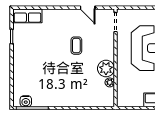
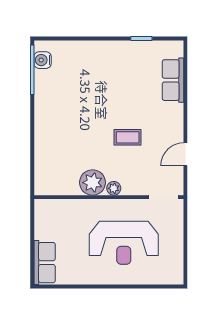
row of seats: (27, 16) -> (173, 80), moved
plant: (110, 82) -> (114, 188), moved

